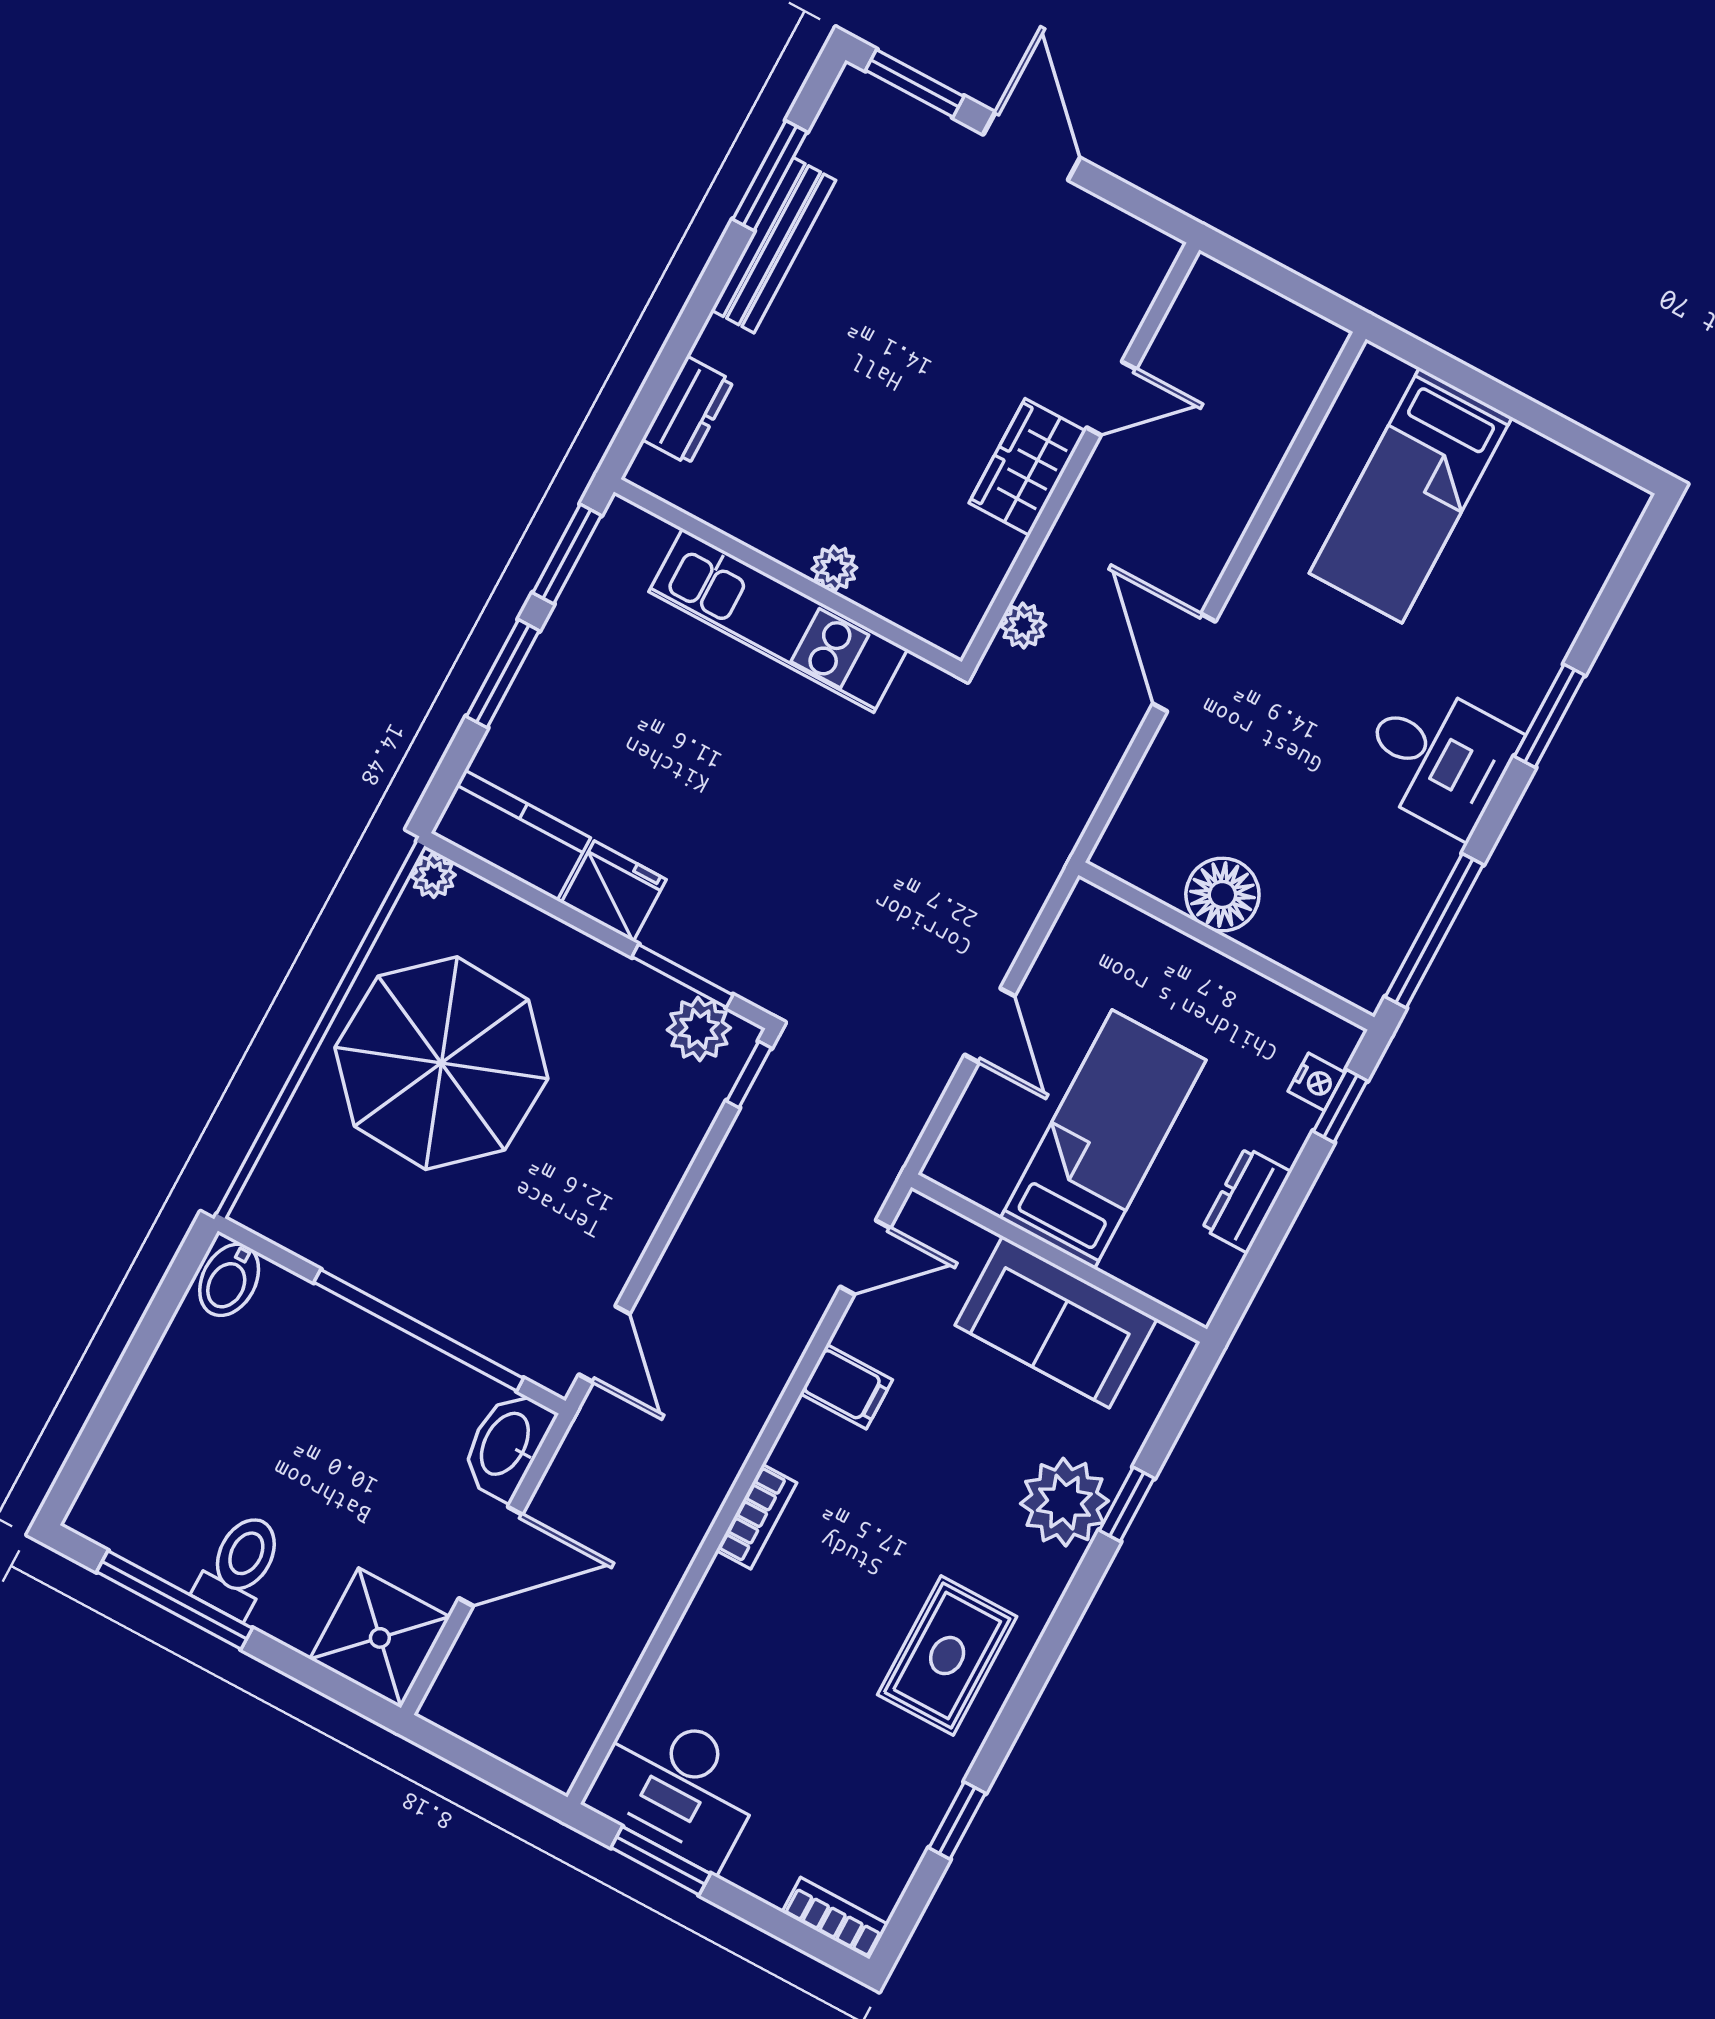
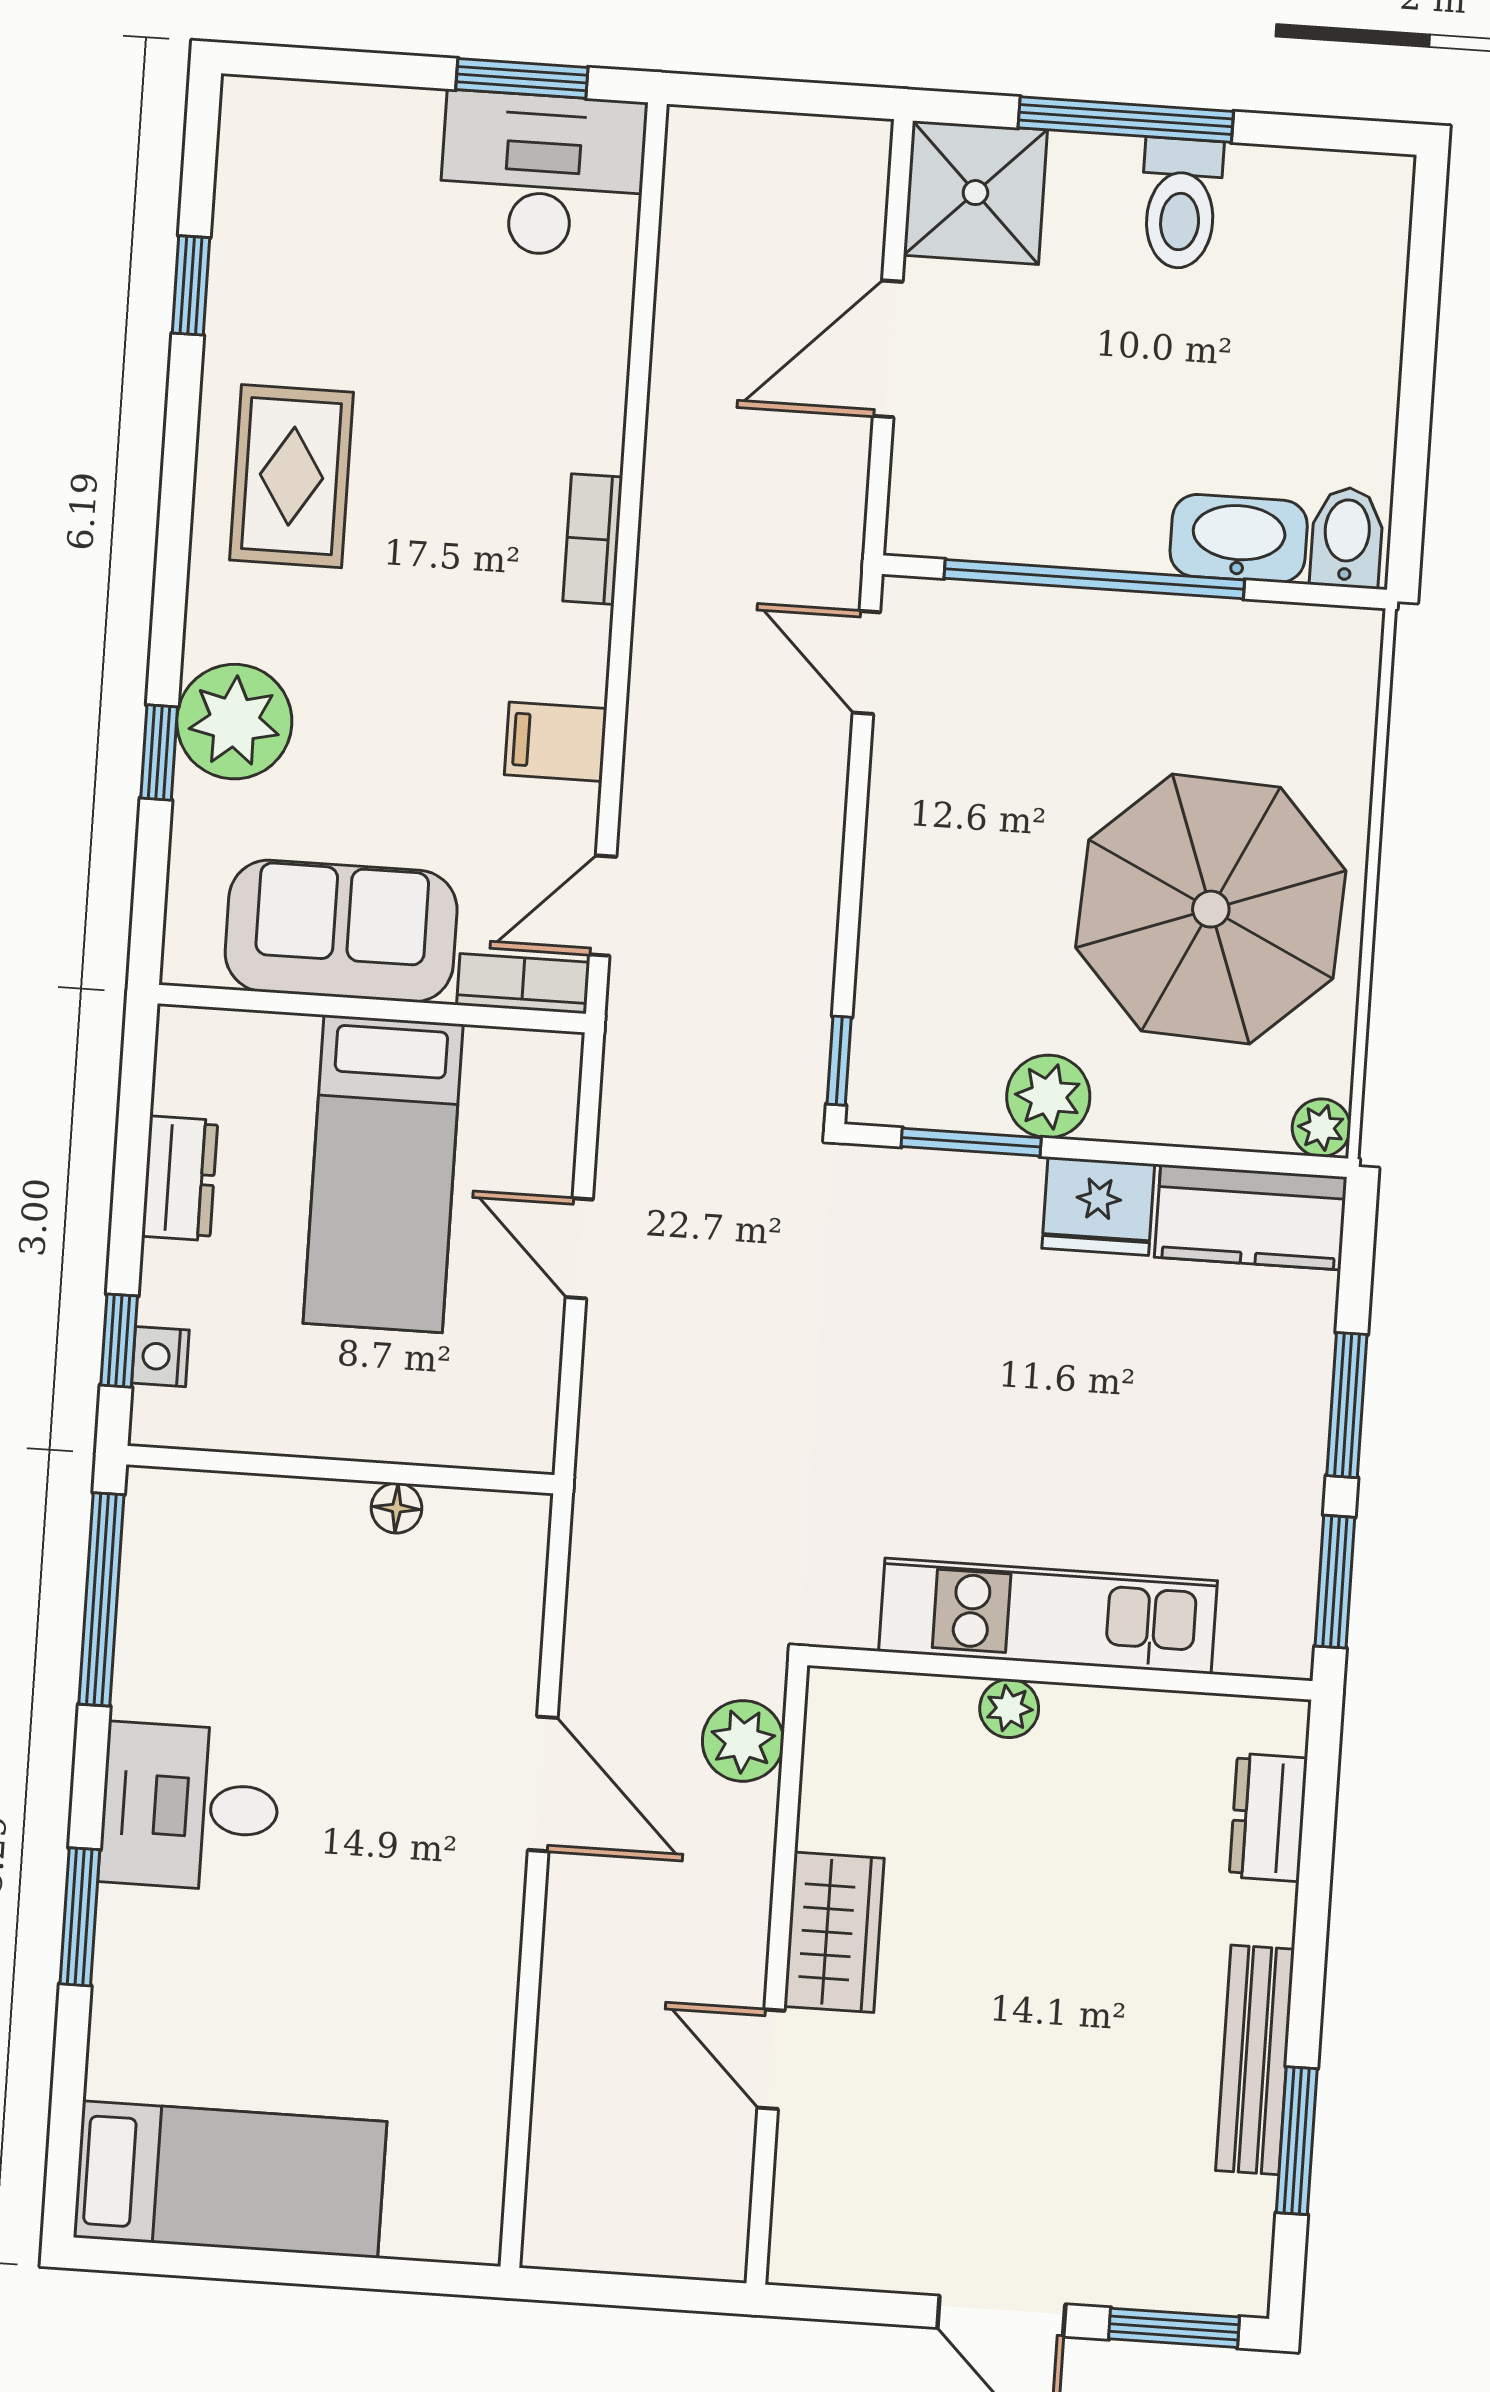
door: (1111, 398) -> (771, 2059), hinge flipped
bed: (1411, 495) -> (230, 2179), moved, turned 90
plant: (1023, 626) -> (743, 1741), width x1.38, depth x1.38
floor lamp: (1222, 894) -> (397, 1508), width x0.53, depth x0.53
plant: (699, 1029) -> (1048, 1096), moved
washbasin: (506, 1445) -> (1239, 538), moved, turned -90
window: (175, 1600) -> (1126, 120), moved
bookcase: (835, 1918) -> (523, 984), moved, turned 180

